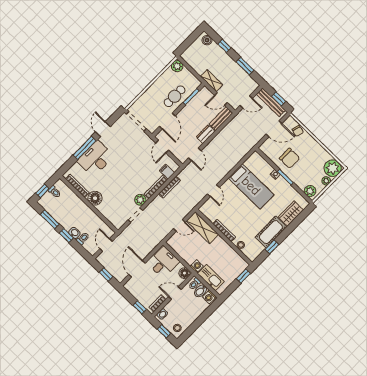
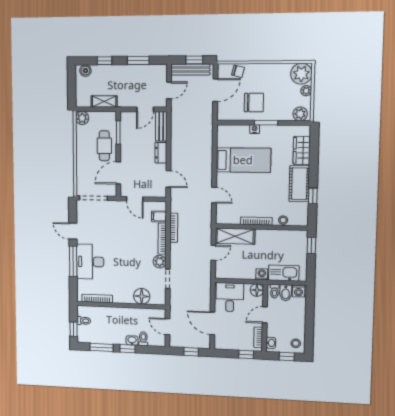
shelving: (212, 81) -> (104, 101), moved
door: (167, 121) -> (118, 173), swing flipped
floor lamp: (95, 198) -> (142, 296), moved

